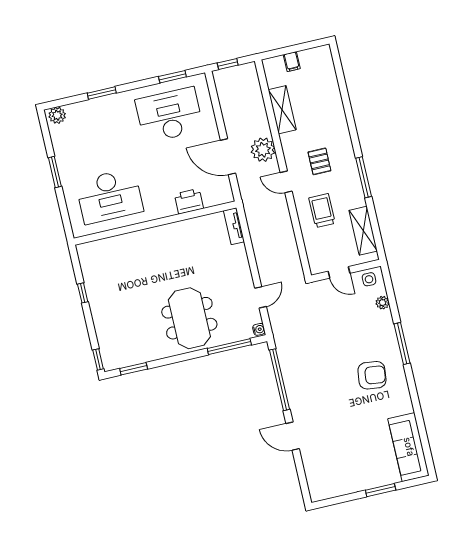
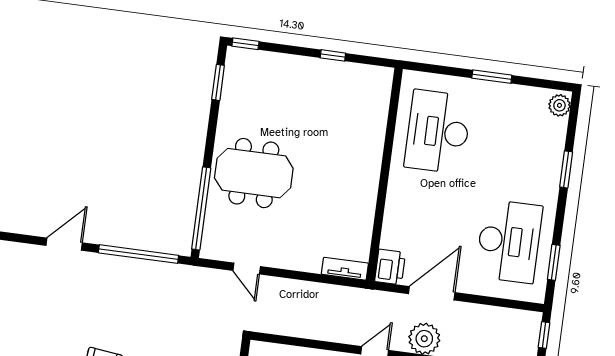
printer: (189, 201) -> (390, 267), moved
water cooler: (259, 329) -> (209, 252), removed
window: (229, 347) -> (201, 208), width x1.46

